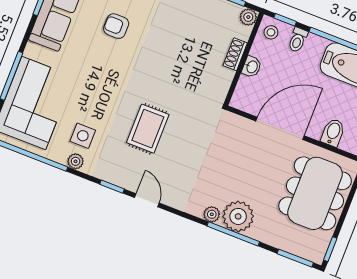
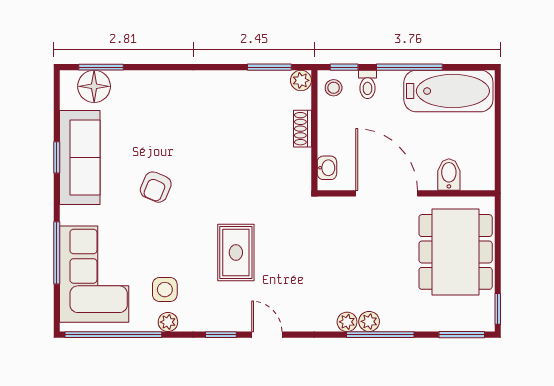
armchair: (116, 26) -> (156, 187), moved, turned -67
washbasin: (252, 67) -> (327, 168), moved
door: (280, 128) -> (387, 193), hinge flipped
plant: (238, 216) -> (369, 321), width x0.53, depth x0.53

